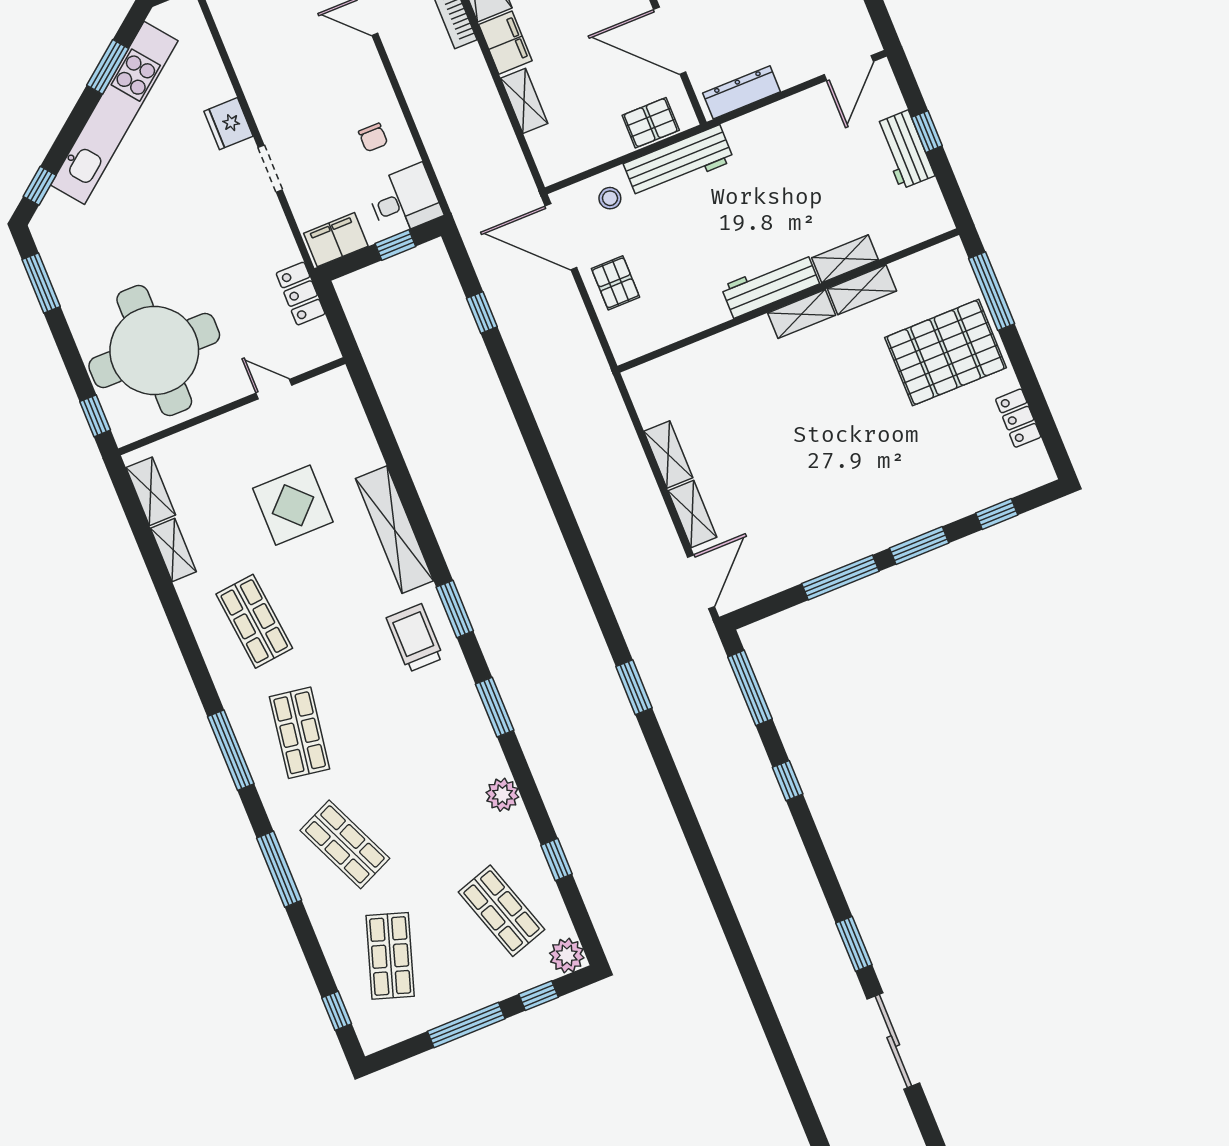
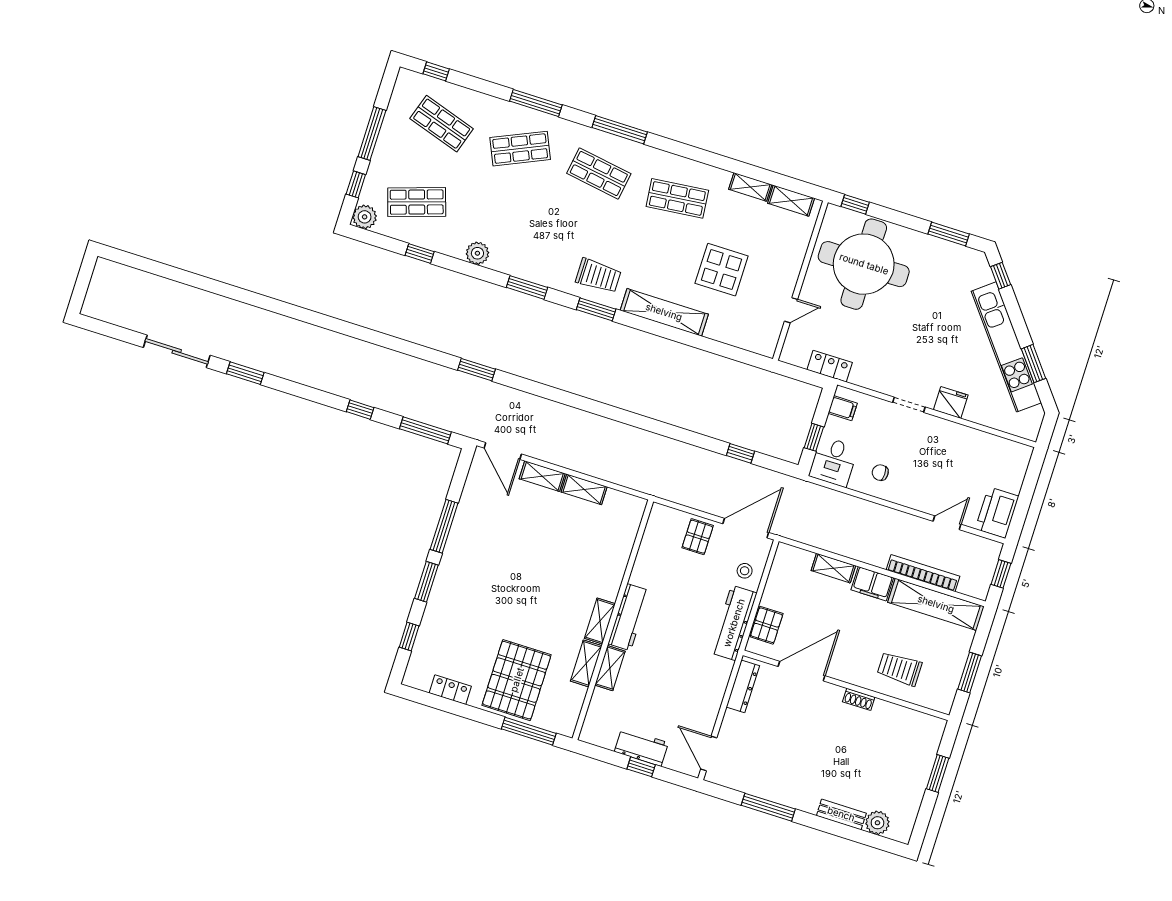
filing cabinet: (336, 240) -> (843, 408), width x0.50
pallet: (616, 283) -> (698, 537), turned 90

